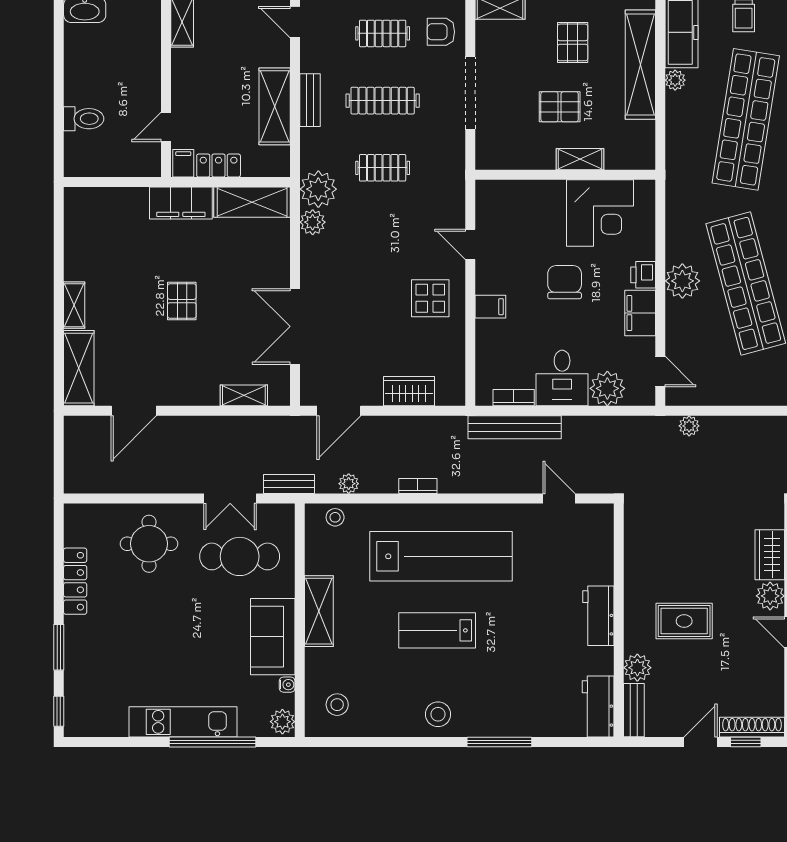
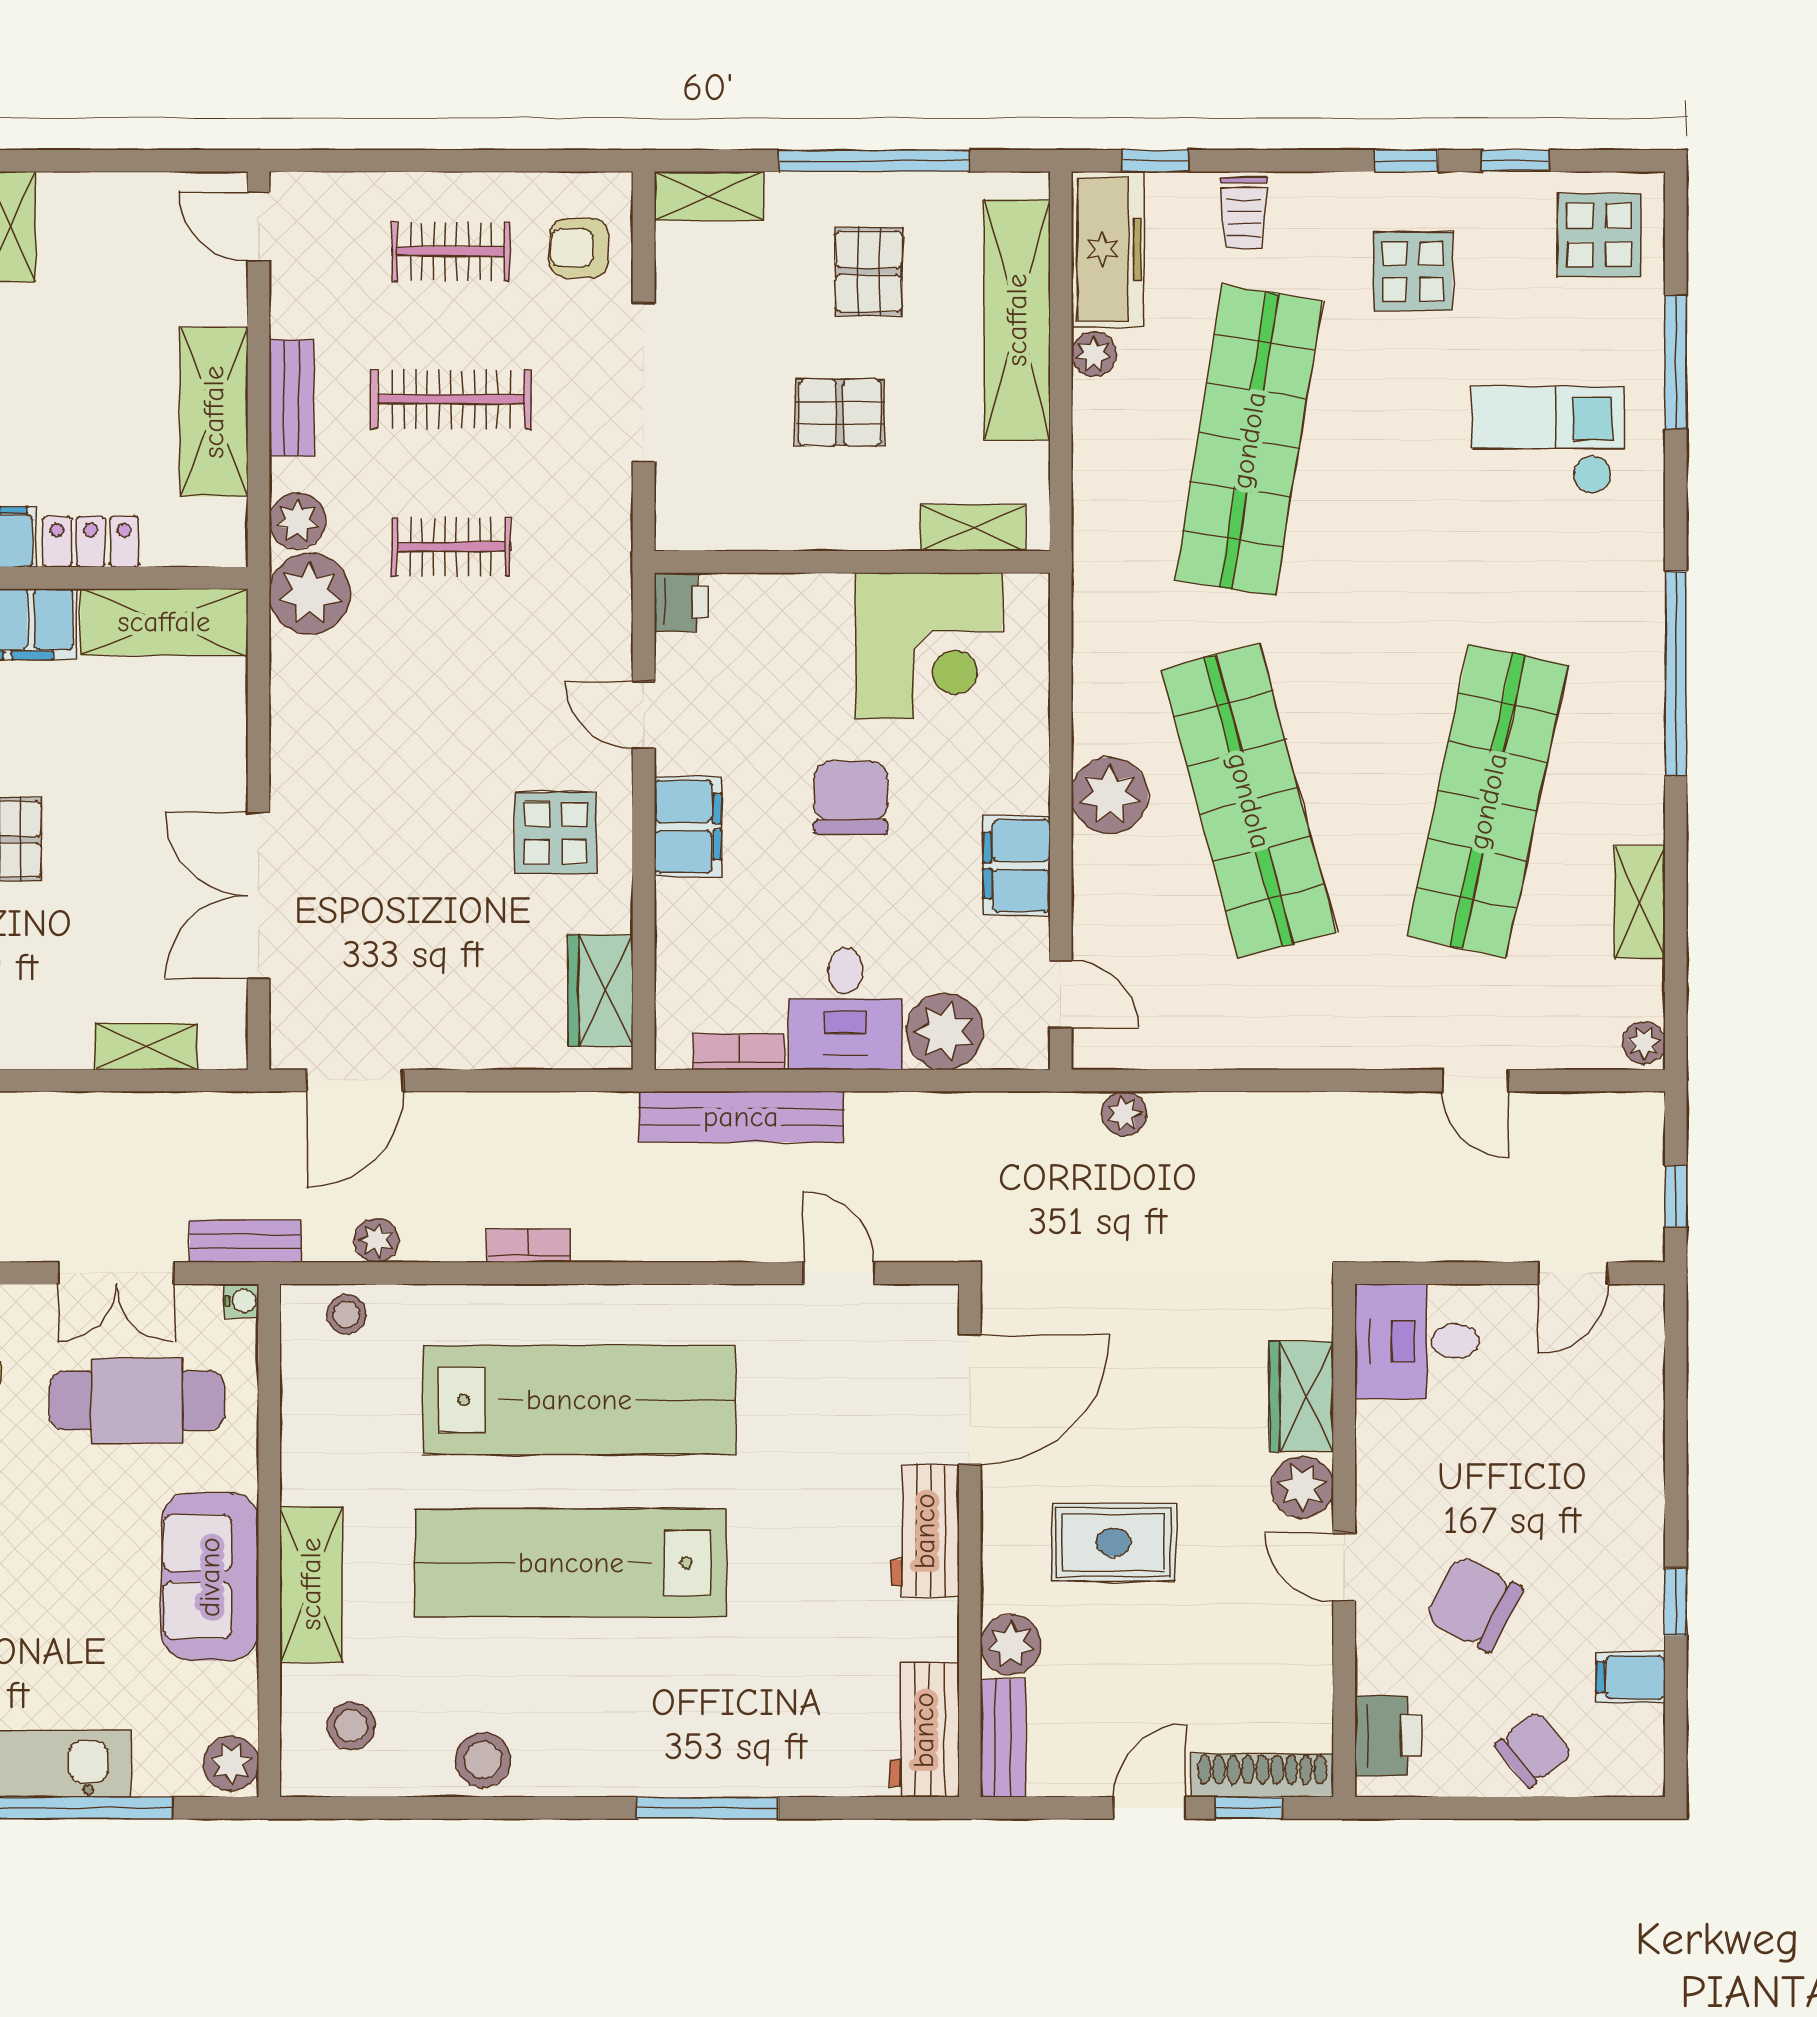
shelving: (580, 159) -> (973, 528), moved
plant: (313, 222) -> (297, 521), moved
printer: (643, 275) -> (681, 602), moved, turned 180
filing cabinet: (490, 307) -> (688, 827), width x2.00
wardrobe: (409, 391) -> (601, 990), moved, turned -90
door: (619, 556) -> (970, 1400), added
shelving: (319, 611) -> (311, 1584), moved
lab bench: (437, 630) -> (571, 1563), width x1.86, depth x1.39
water cooler: (287, 685) -> (241, 1301), moved
stool: (438, 714) -> (483, 1760), moved

